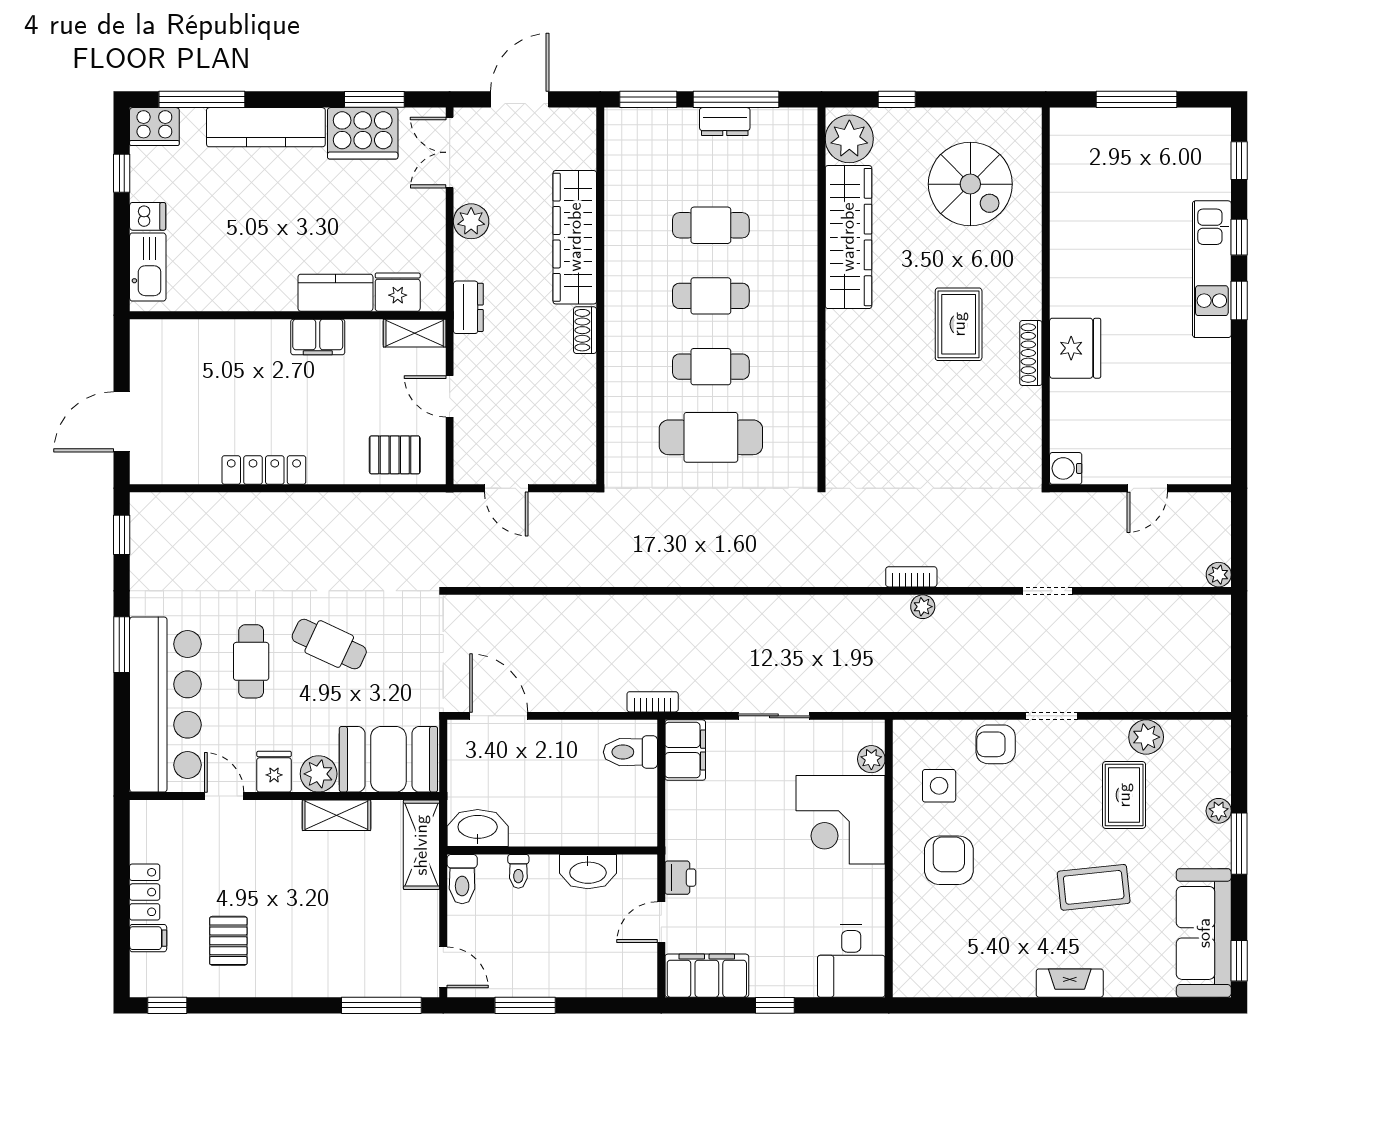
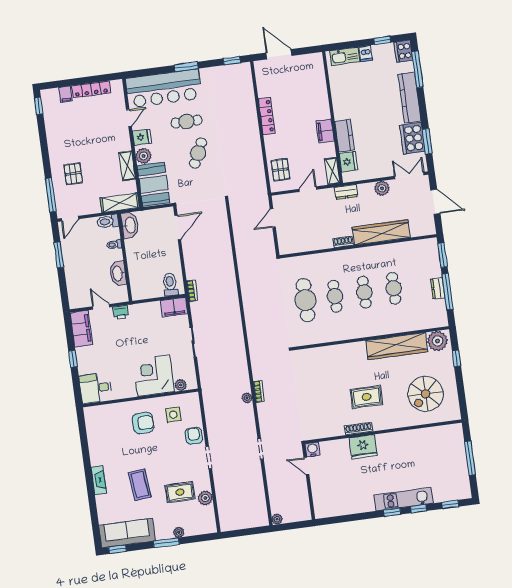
door: (1147, 488) -> (306, 466), moved
locker: (145, 892) -> (91, 89), width x1.53
pallet: (228, 941) -> (73, 174), moved, turned 90

